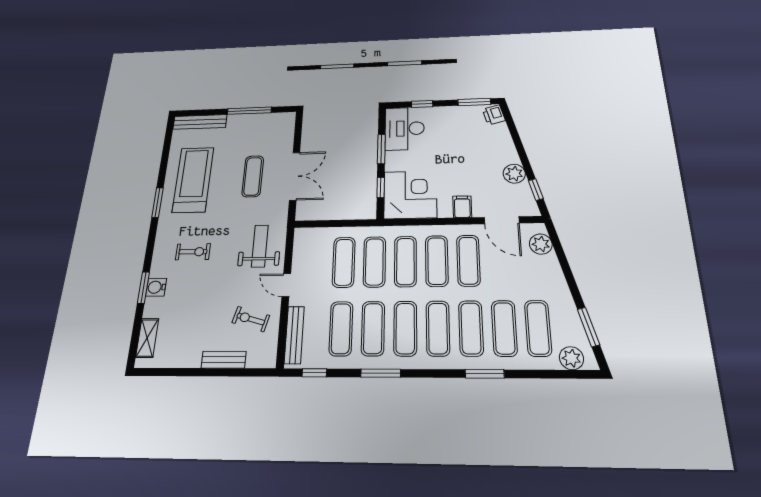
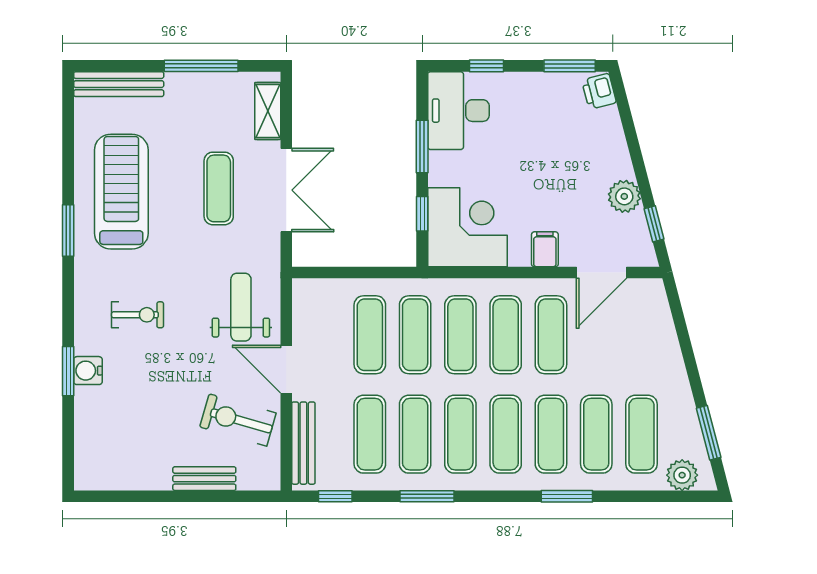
door: (502, 220) -> (601, 273), hinge flipped
plant: (541, 244) -> (655, 311), removed
door: (286, 285) -> (286, 369), width x1.37
exercise bike: (251, 319) -> (238, 420), width x1.38, depth x1.39
shelving: (147, 338) -> (268, 111), moved

